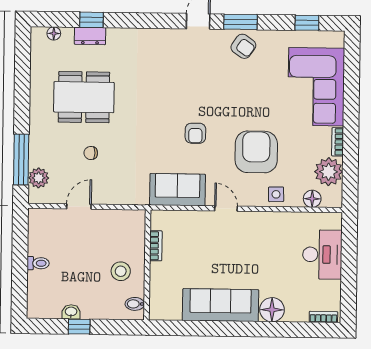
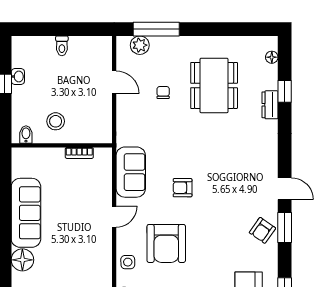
dresser: (90, 36) -> (270, 105), moved
armchair: (256, 152) -> (166, 243), turned 90

